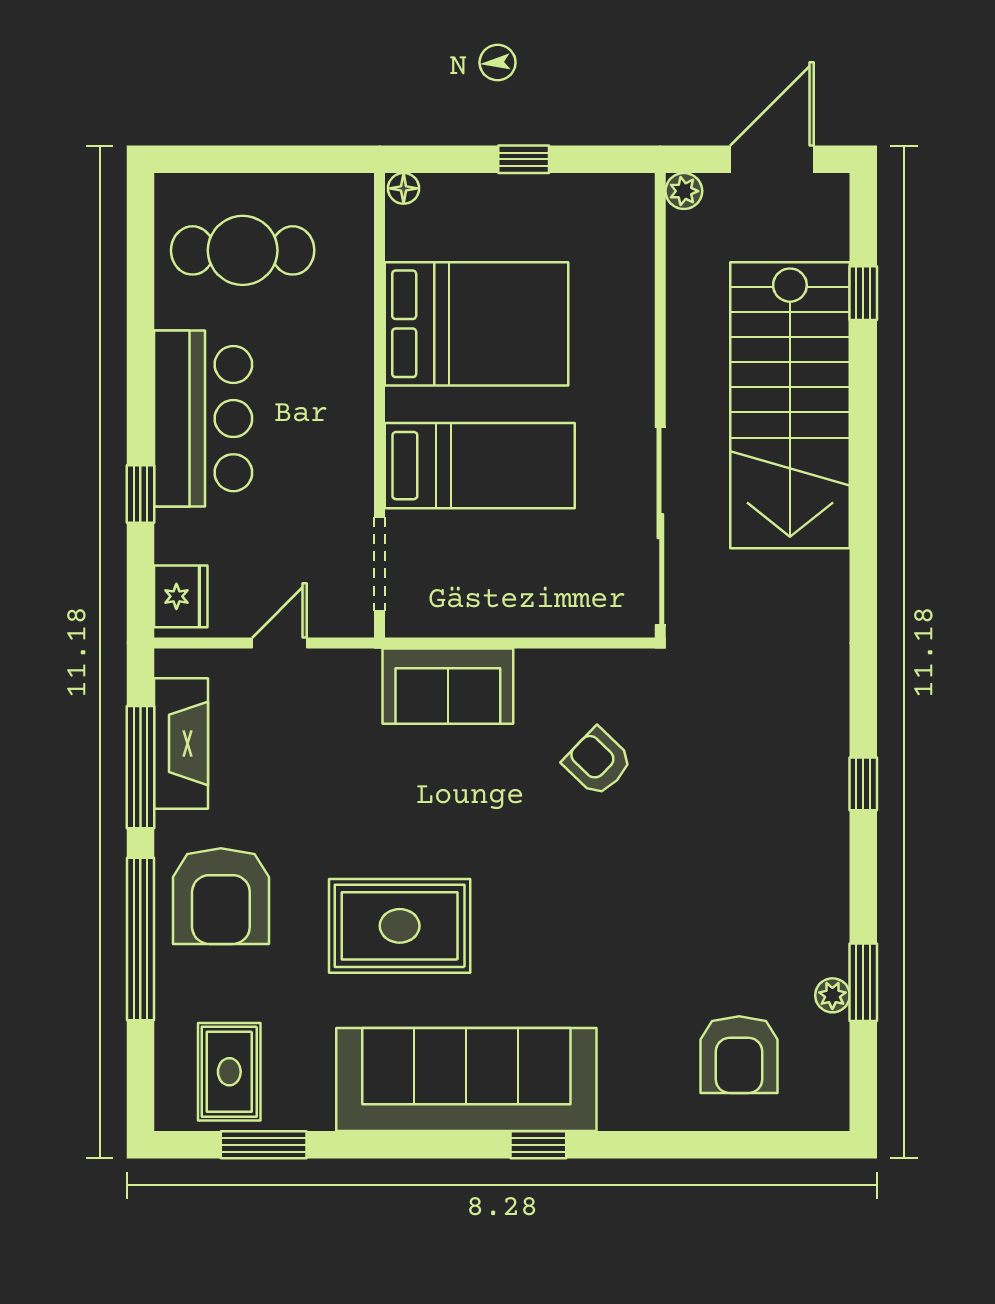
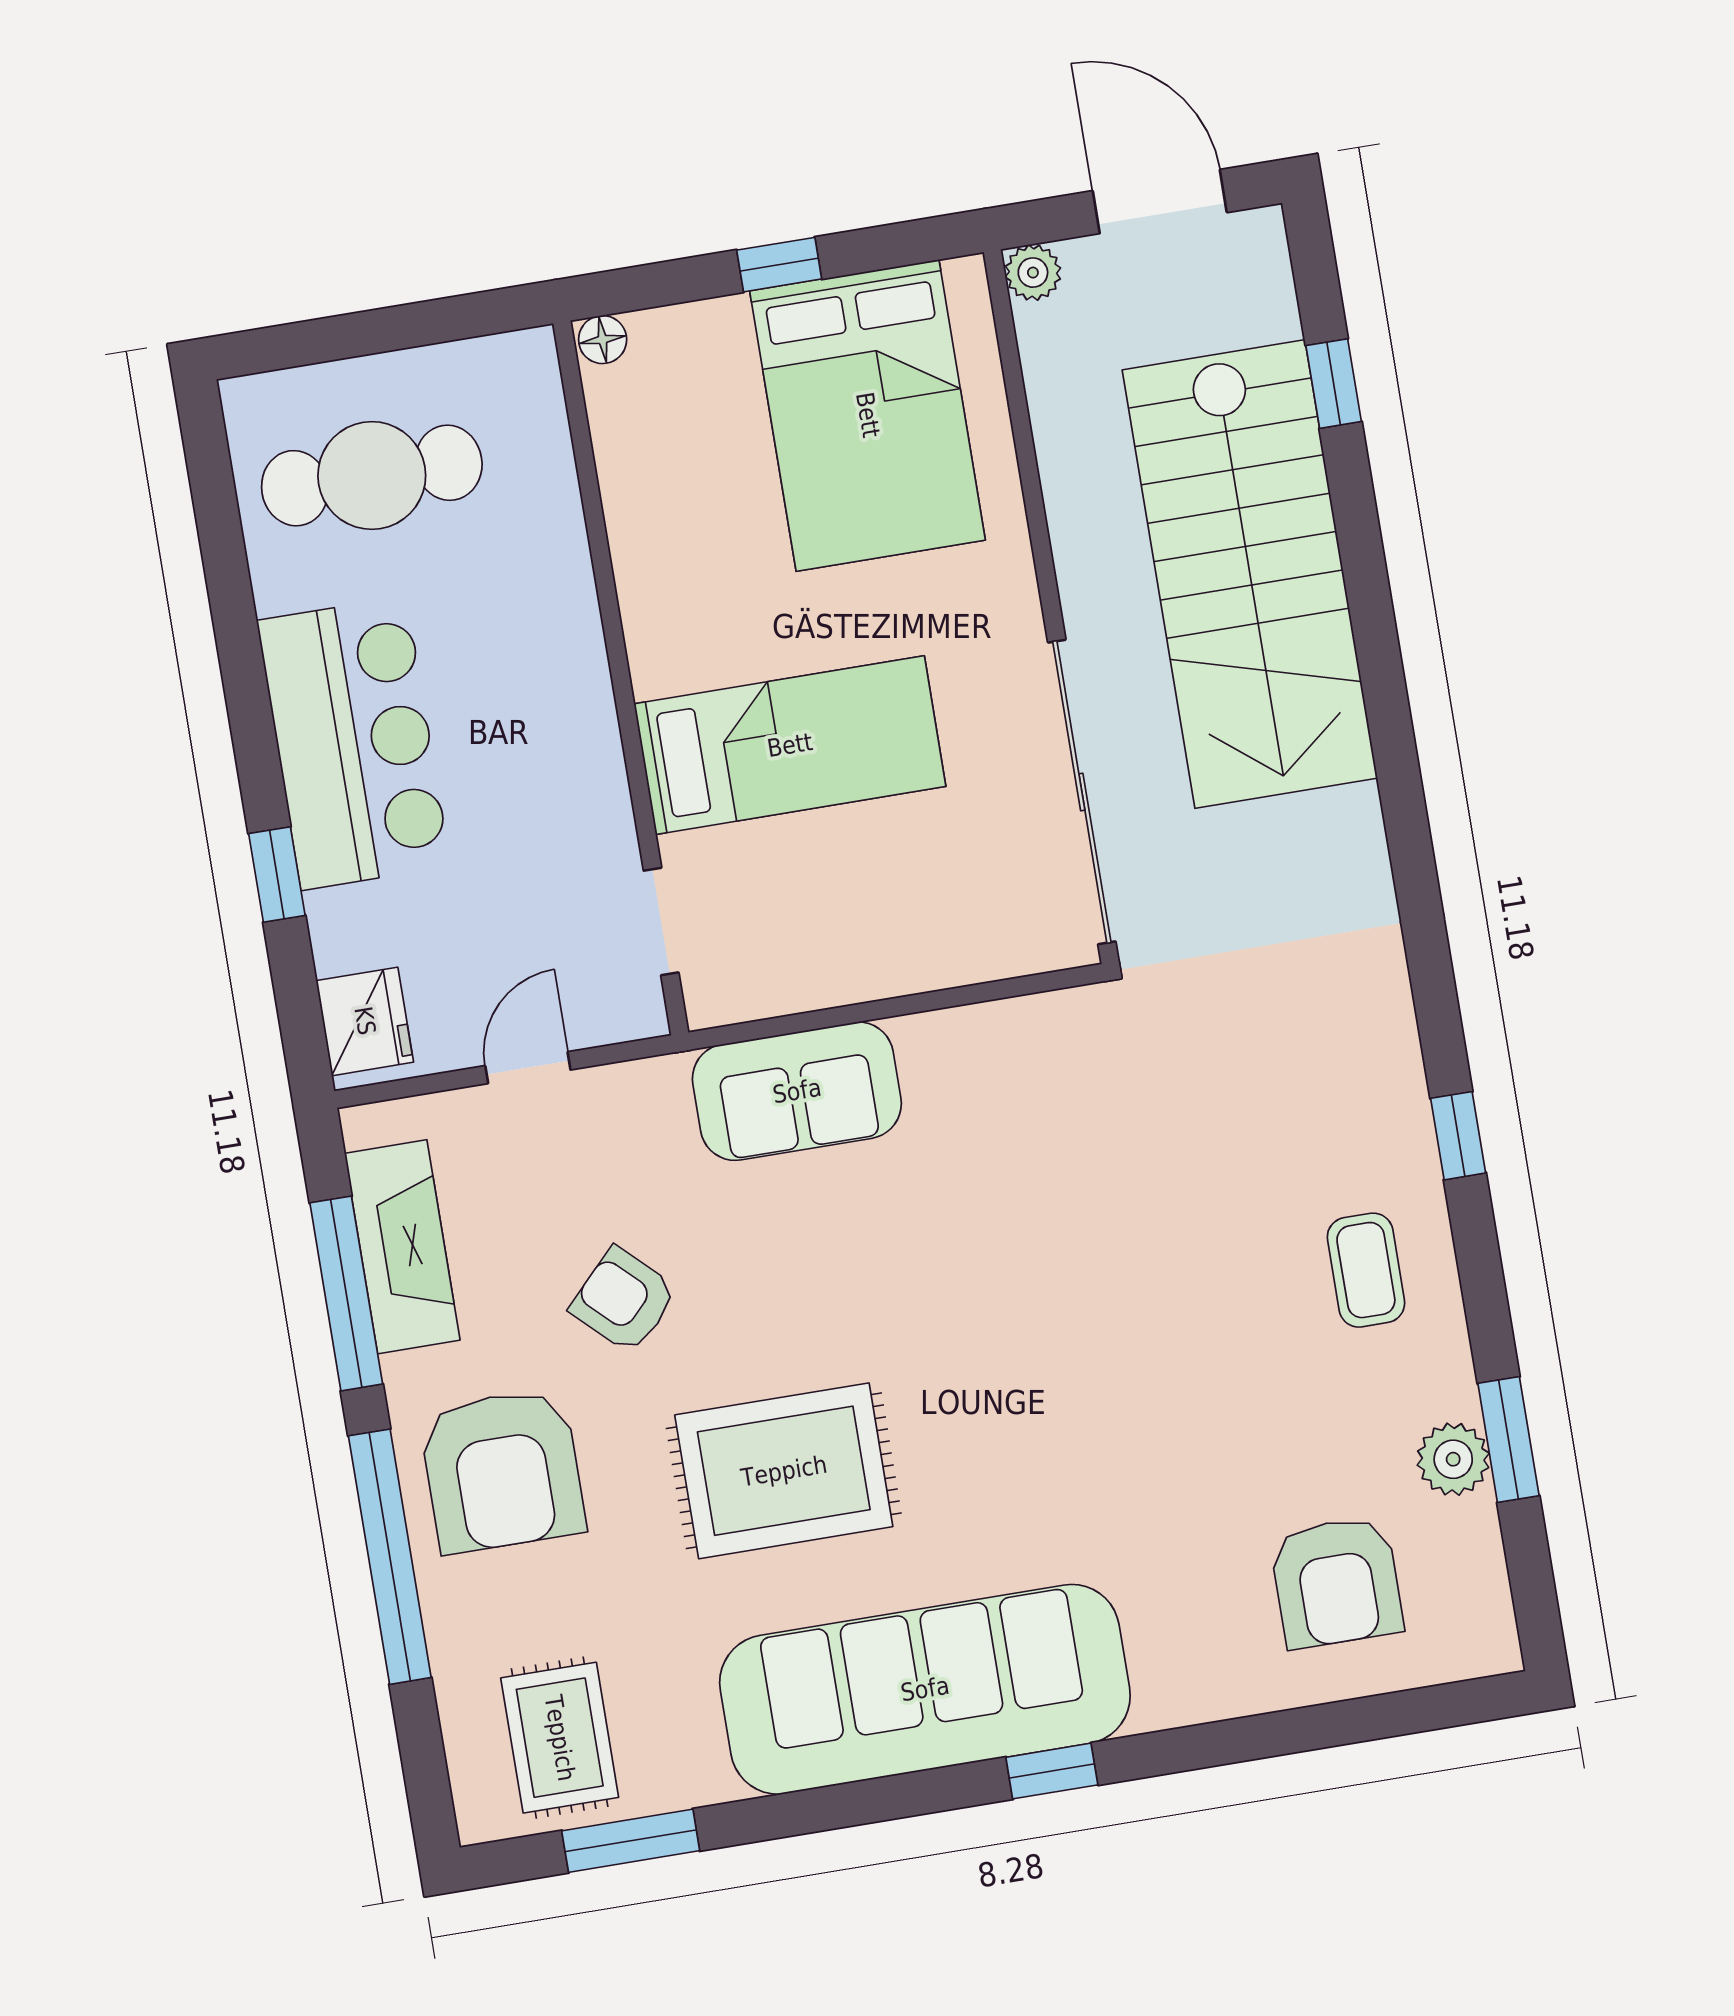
door: (772, 159) -> (1160, 202), hinge flipped
bed: (477, 324) -> (868, 415), moved, turned 90
doorway: (380, 564) -> (661, 922), width x0.73
armchair: (598, 762) -> (624, 1300), moved
coffee table: (791, 860) -> (1366, 1270), added
plant: (832, 995) -> (1453, 1459), width x1.38, depth x1.38

